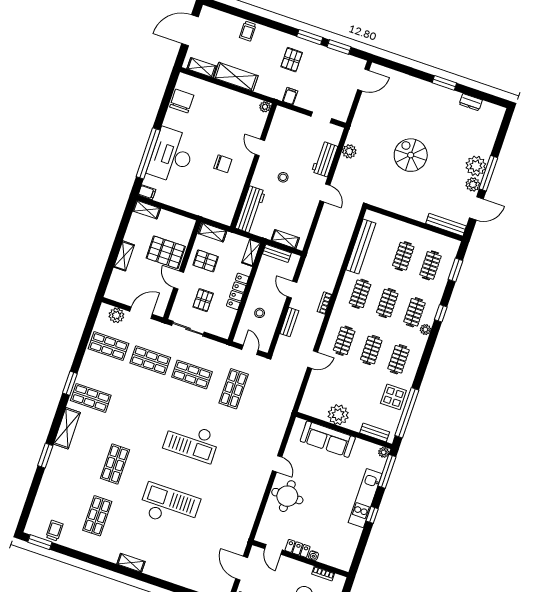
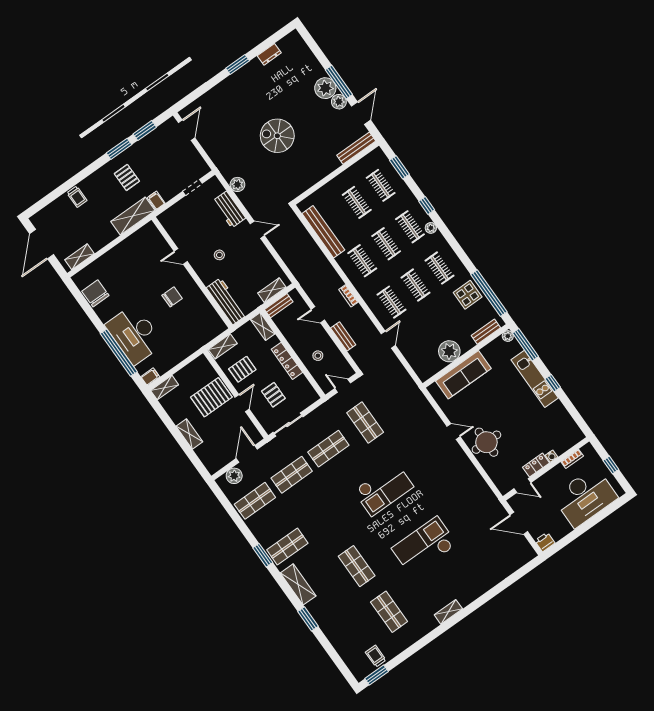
shelving: (236, 77) -> (133, 216), moved
plant: (265, 107) -> (150, 228), removed
door: (179, 280) -> (242, 403), swing flipped

